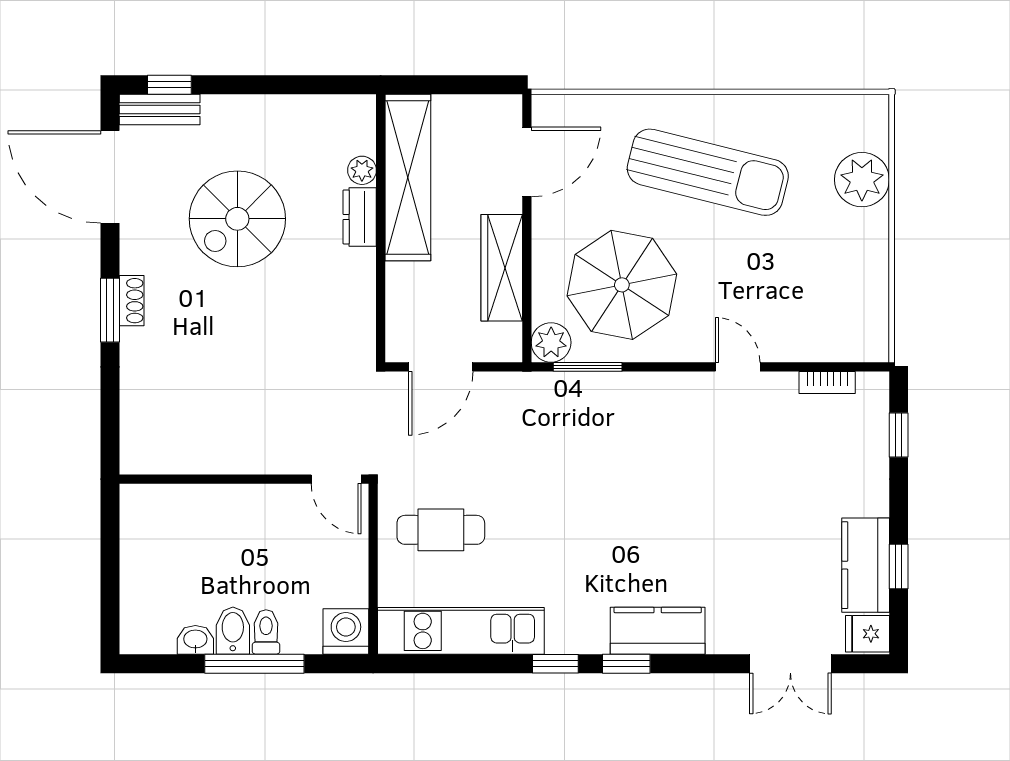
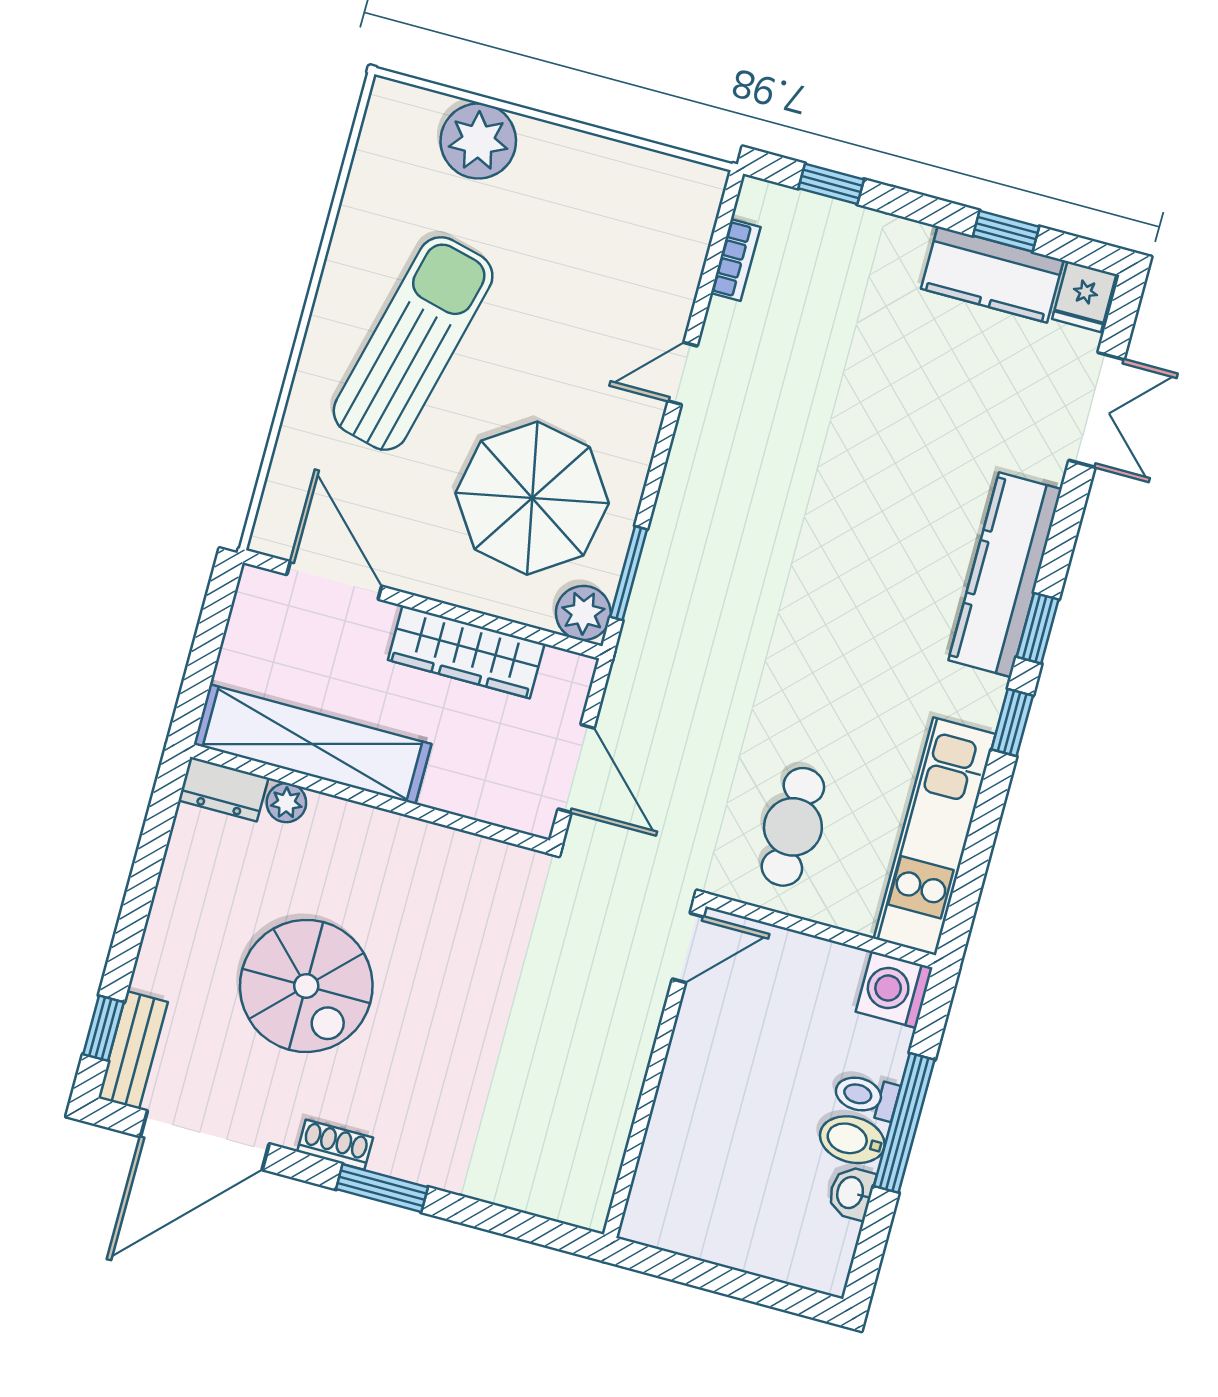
dresser: (360, 217) -> (223, 789), moved
shoe rack: (132, 301) -> (335, 1145), moved
kitchen counter: (658, 631) -> (1005, 575), width x1.50

